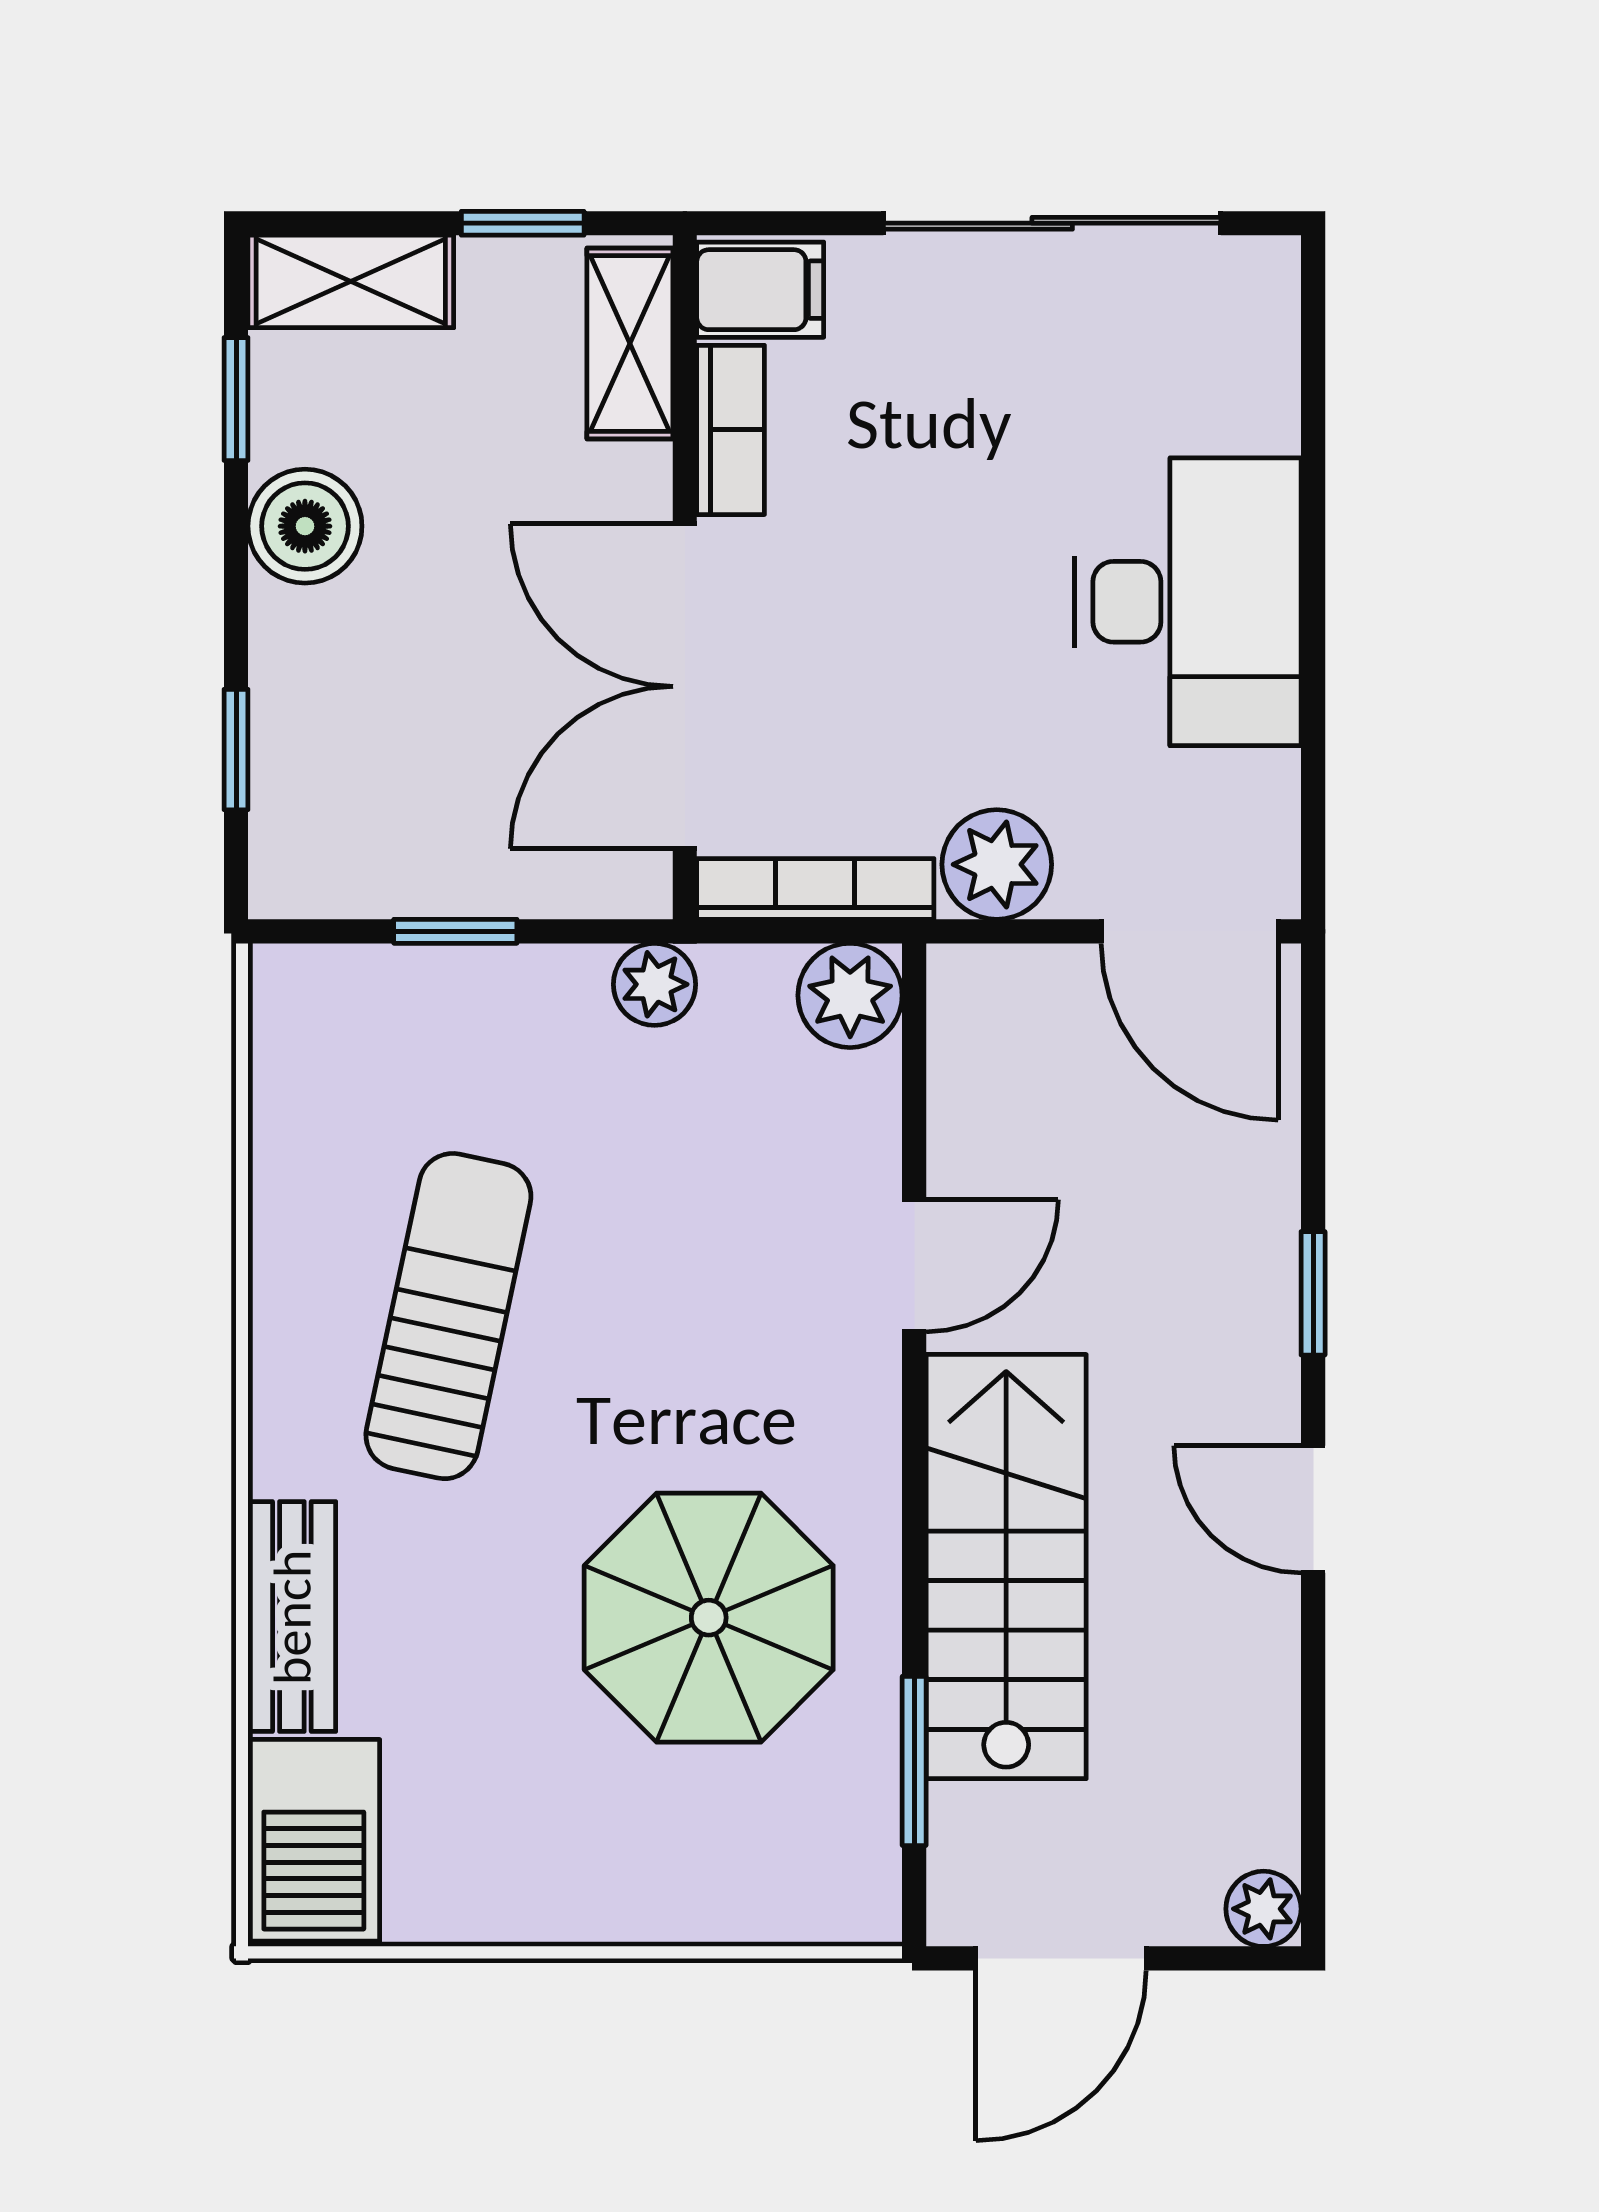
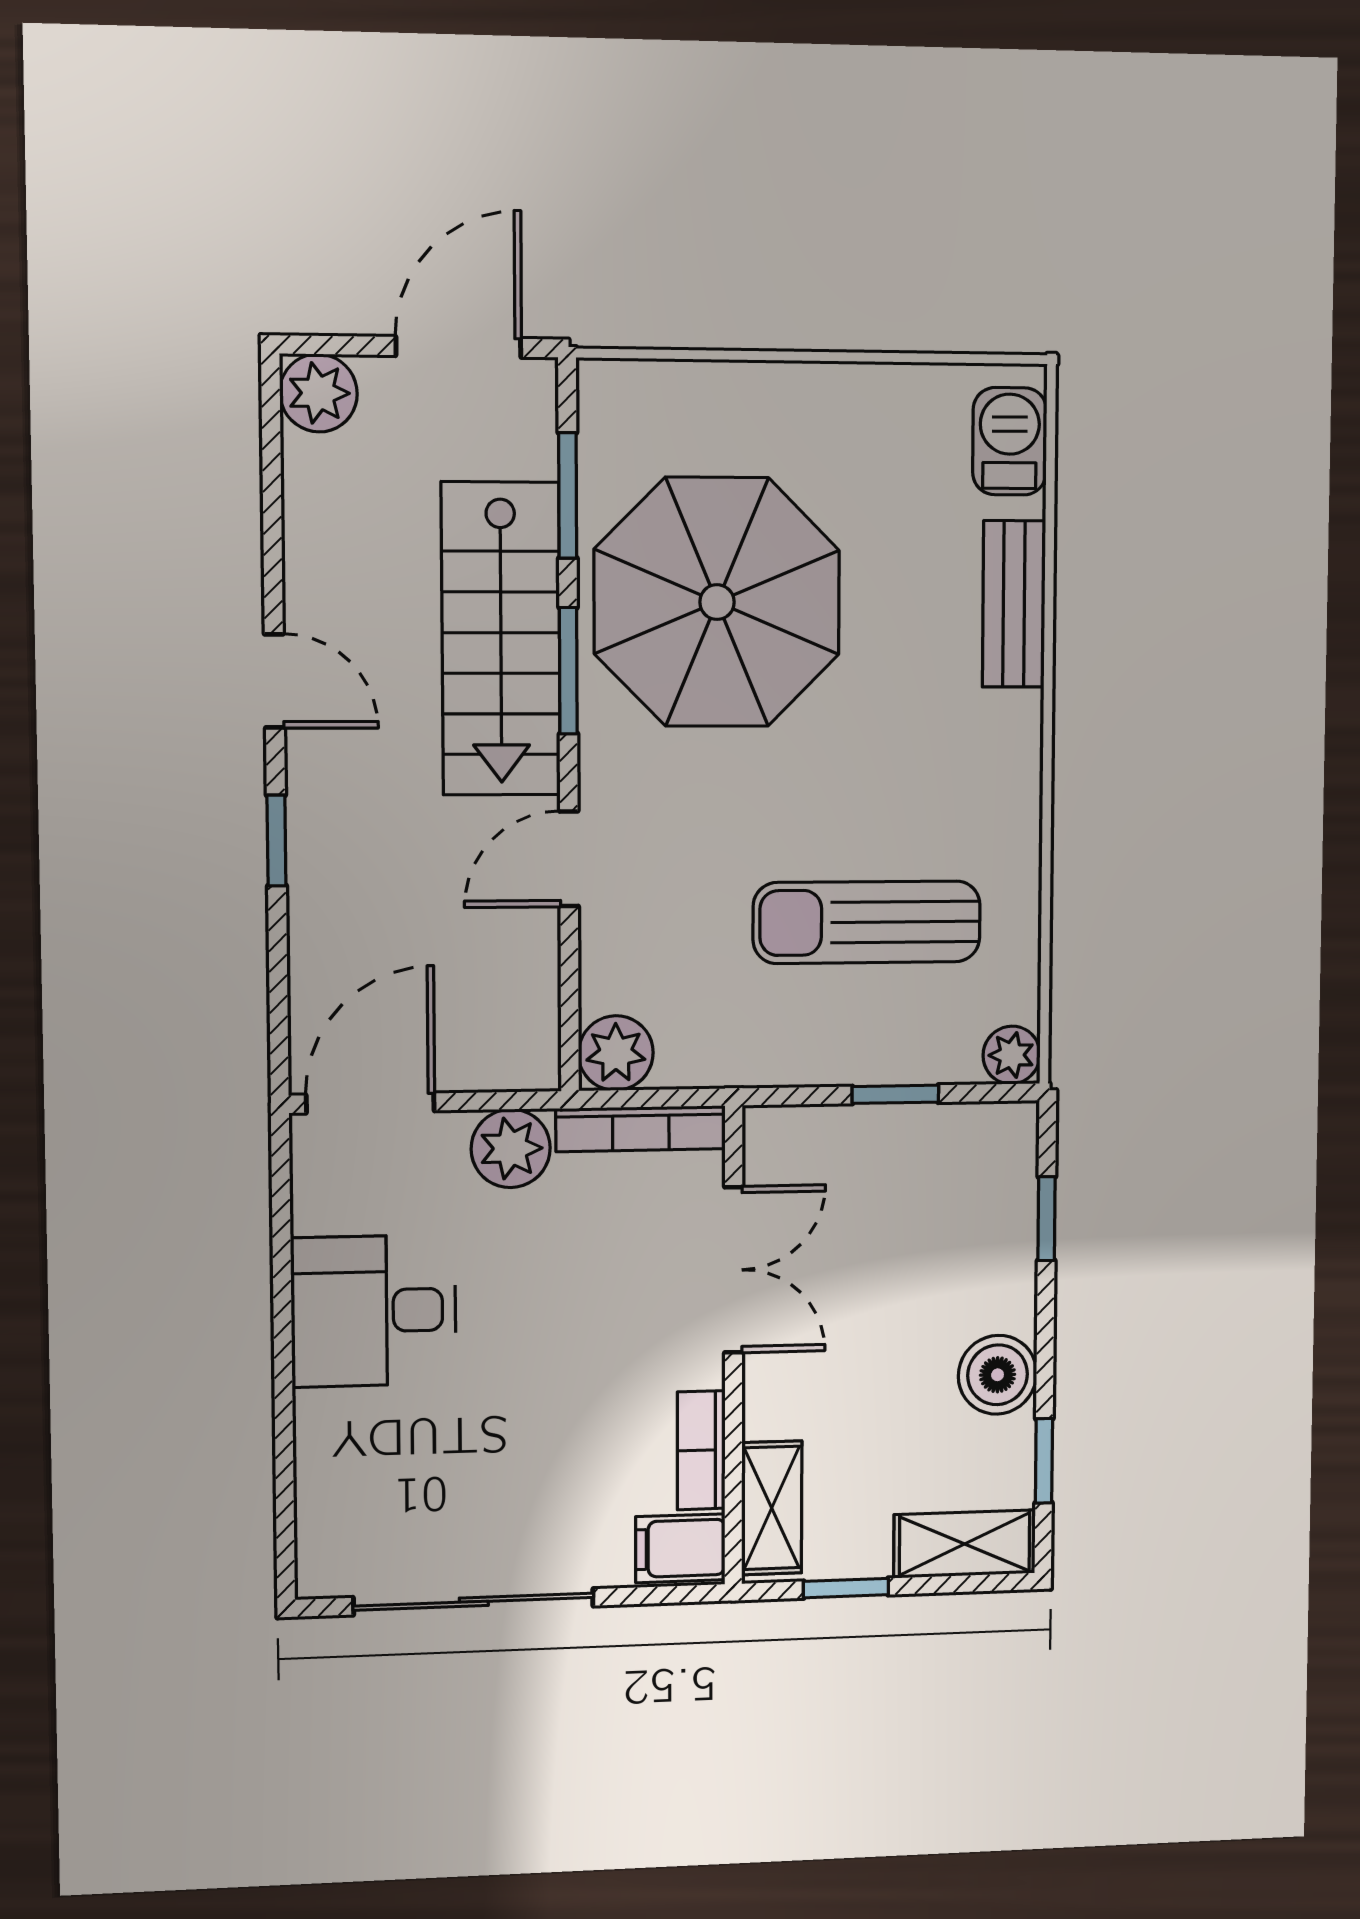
desk: (1188, 602) -> (374, 1311), width x0.73
double door: (685, 686) -> (734, 1270), width x0.73
door: (1190, 931) -> (370, 1103), hinge flipped
plant: (654, 984) -> (1012, 1055), moved
sun lounger: (448, 1316) -> (867, 922), moved, turned 78
window: (914, 1523) -> (568, 671), added
parasol: (709, 1618) -> (717, 602), width x1.36, depth x1.36
barbecue: (314, 1840) -> (1010, 441), width x0.73, depth x0.79
plant: (1263, 1909) -> (319, 393), width x1.38, depth x1.38

